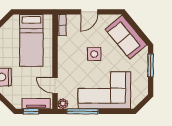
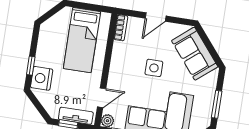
window: (151, 65) -> (217, 104), moved
door: (55, 85) -> (102, 98), swing flipped

